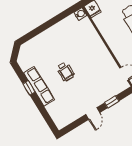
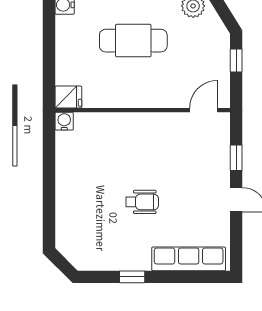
row of seats: (39, 86) -> (189, 259), moved

